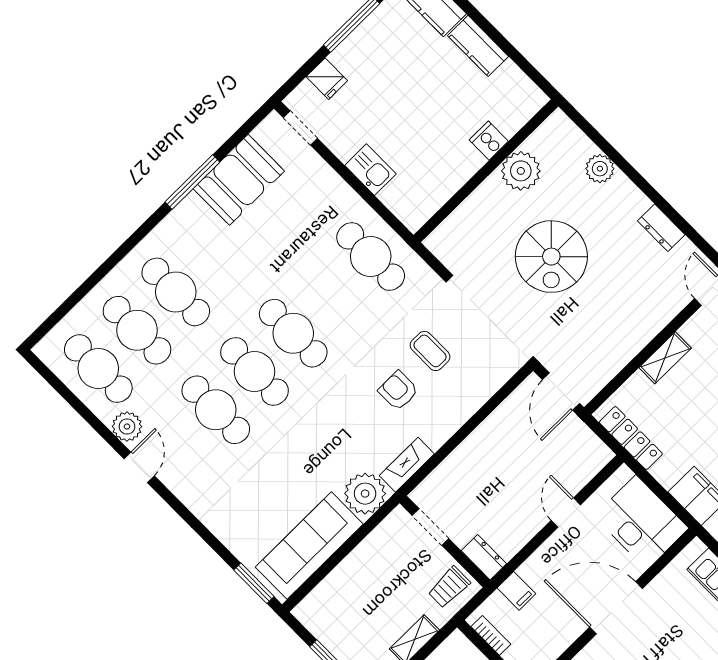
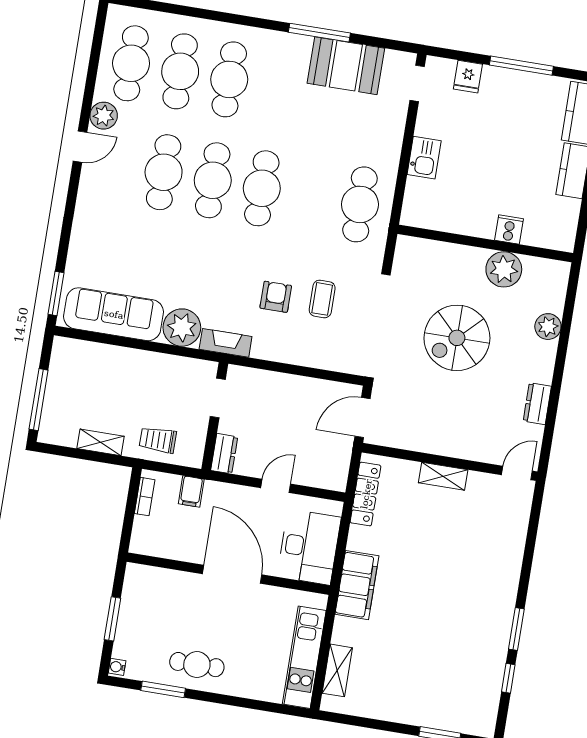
doorway: (430, 527) -> (218, 398), moved
wall: (445, 542) -> (215, 416), moved
dresser: (484, 557) -> (224, 454), moved

